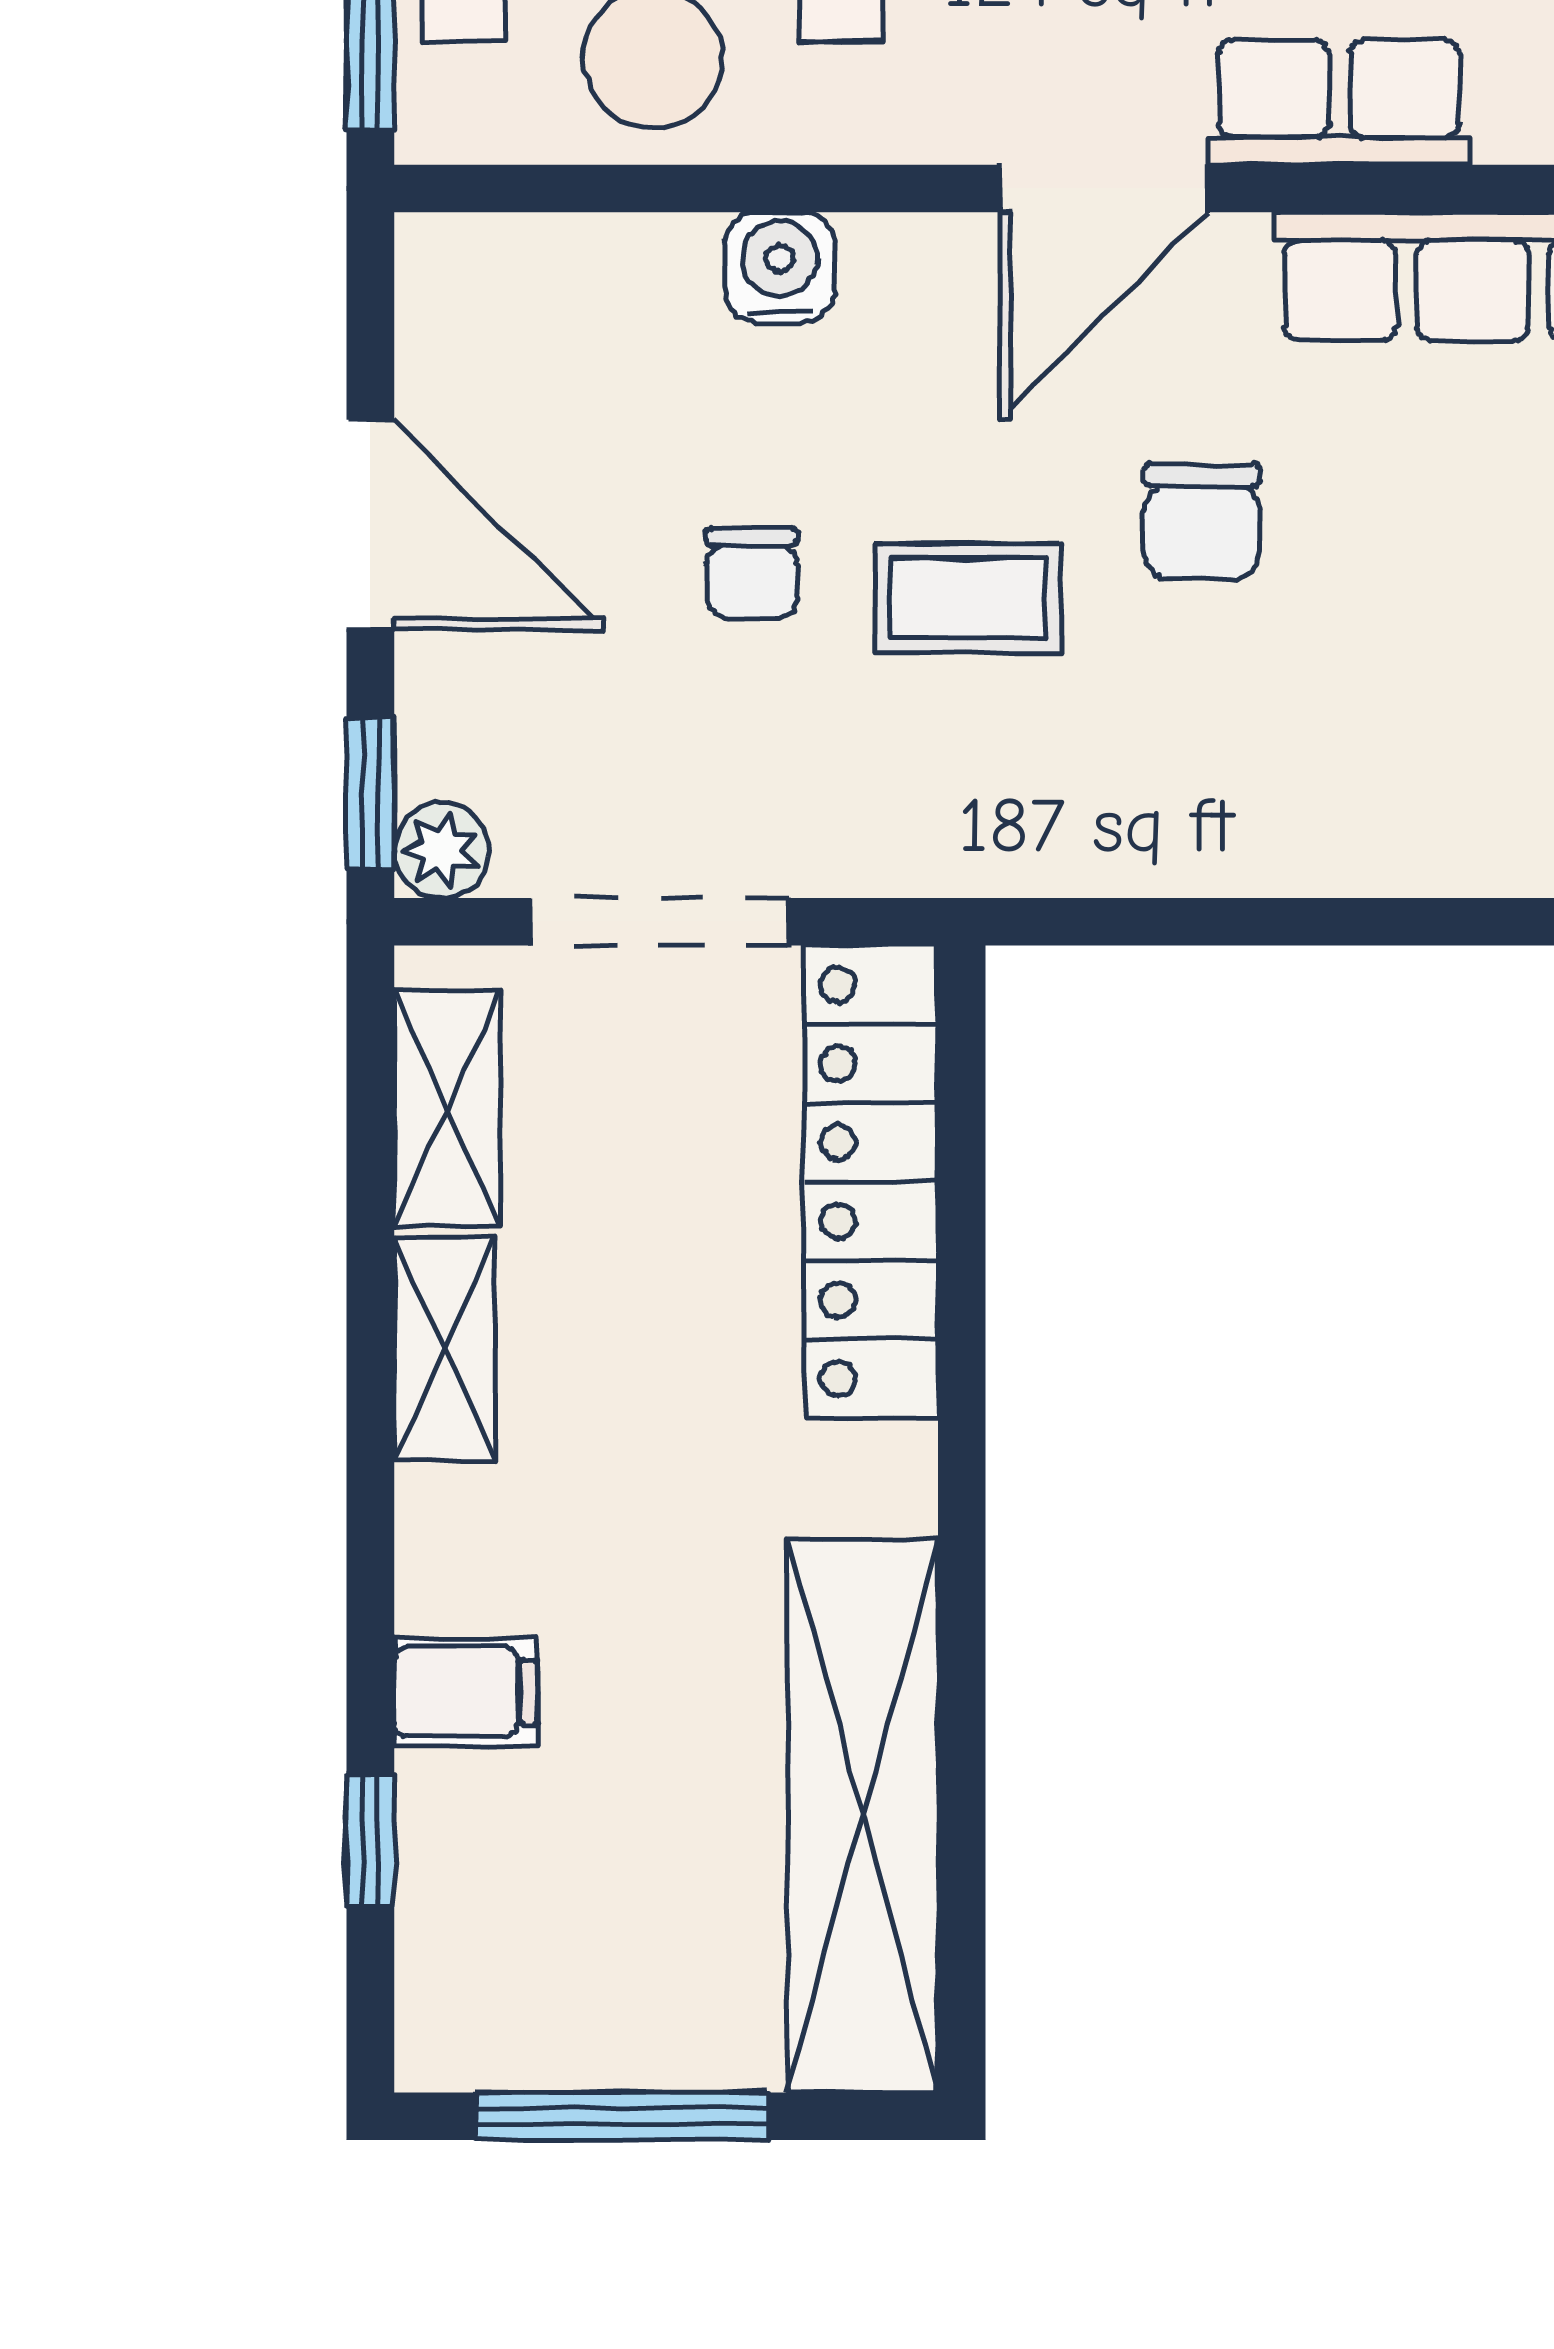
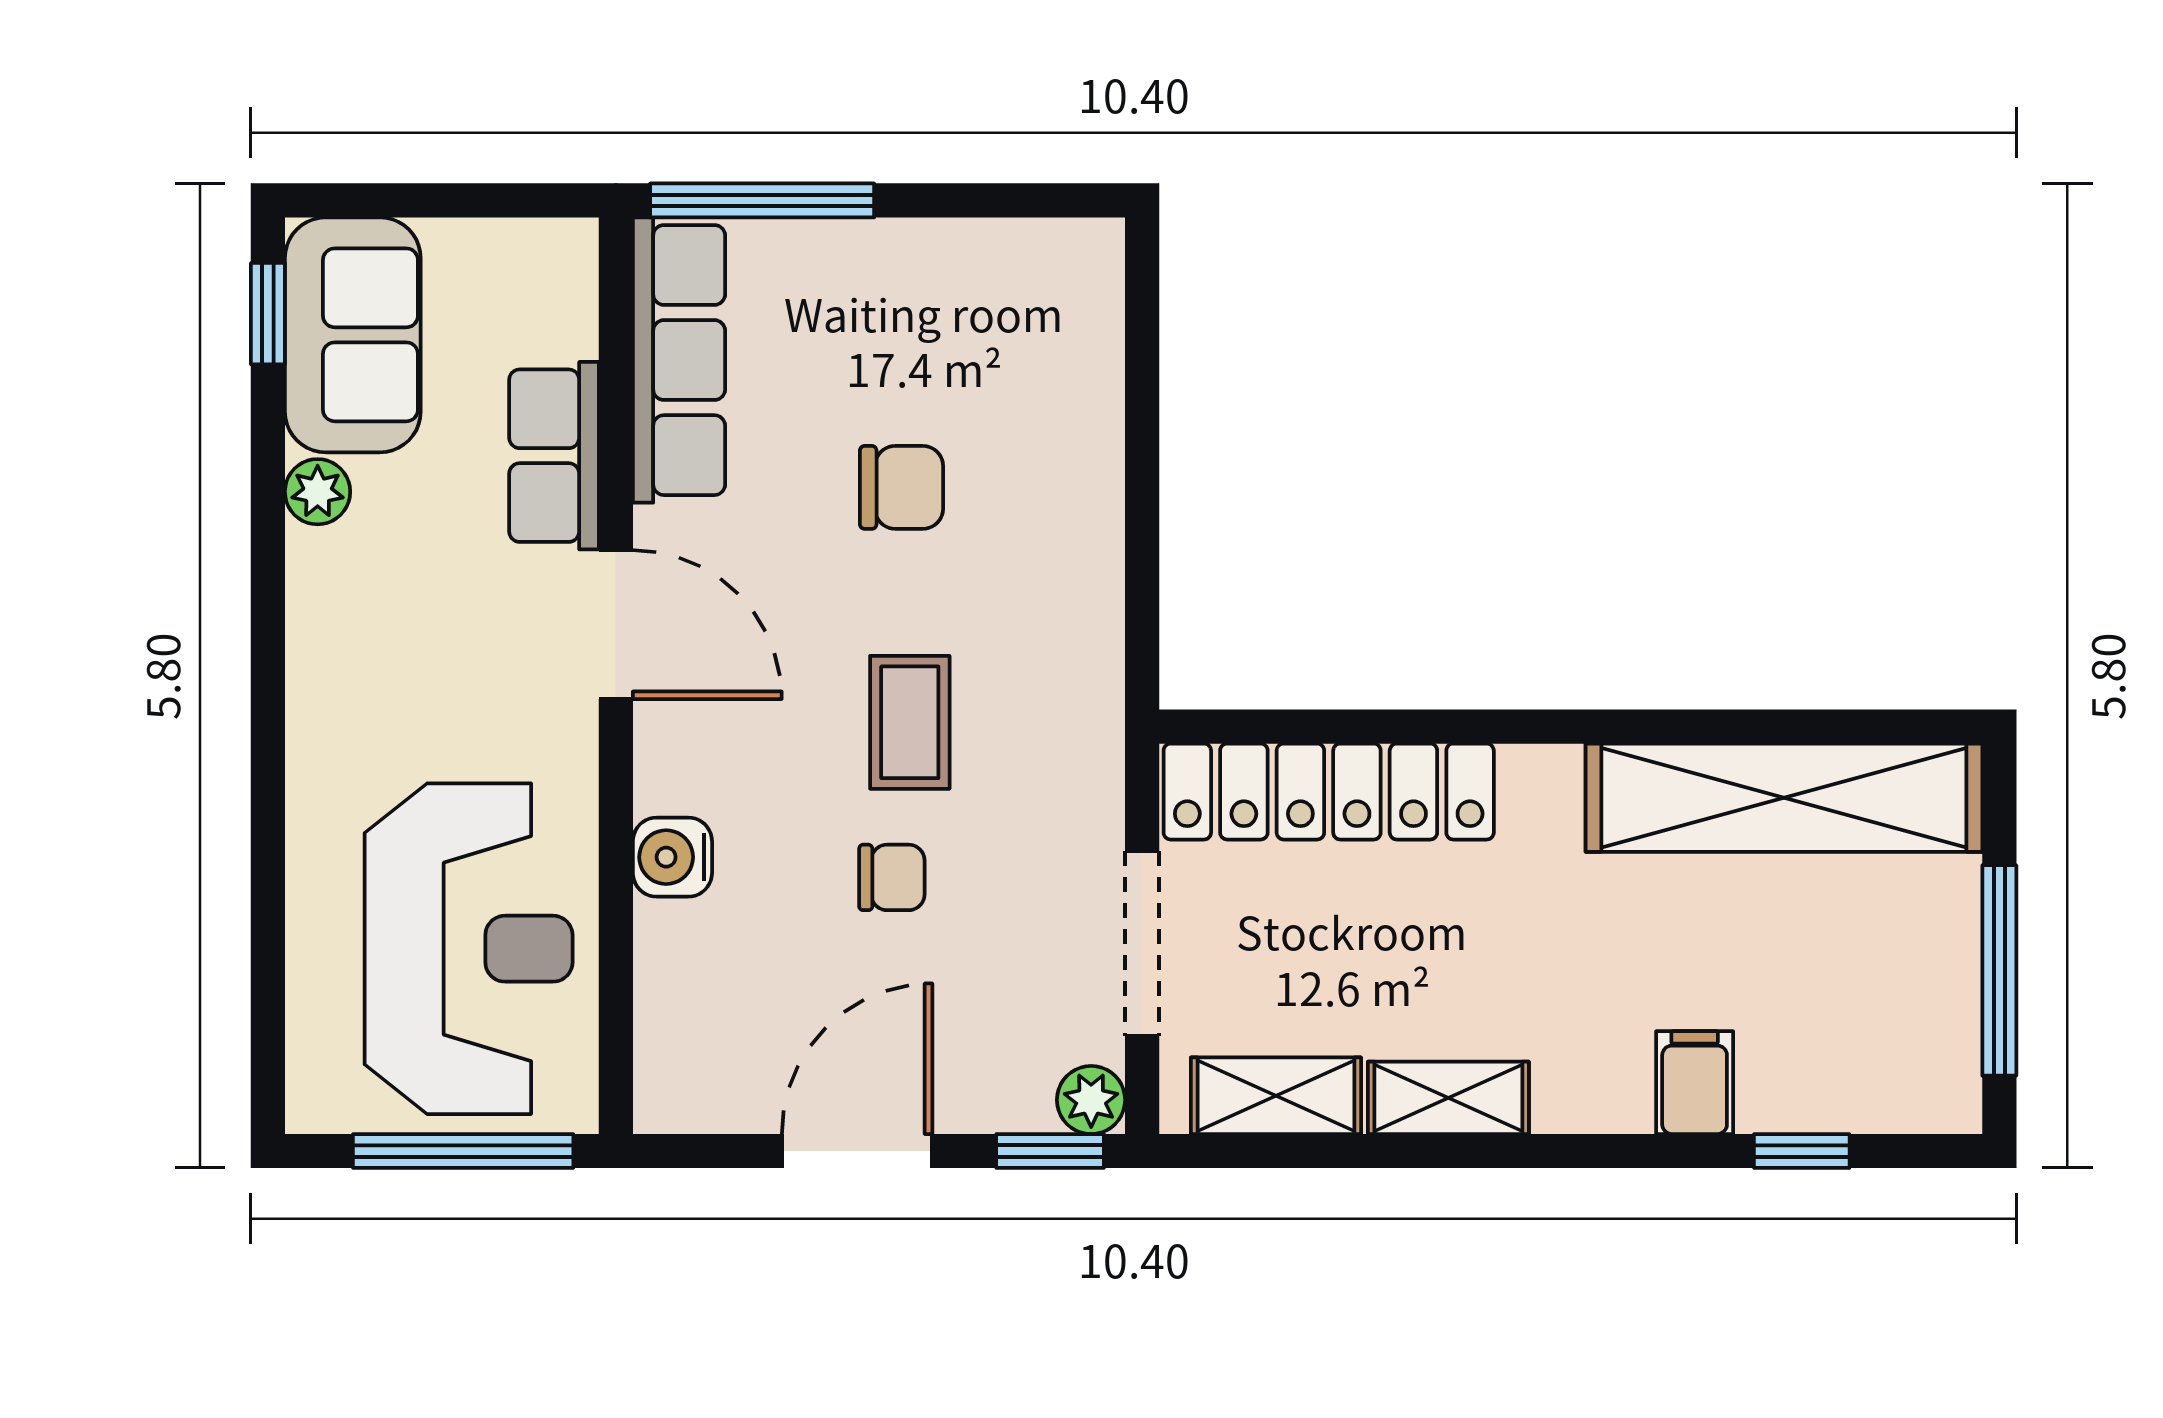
chair: (1202, 521) -> (901, 487), moved

